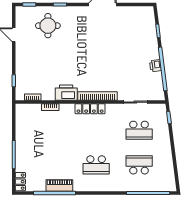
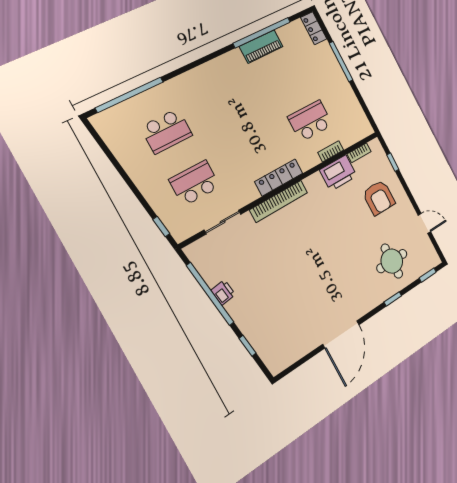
armchair: (35, 66) -> (379, 197), added
printer: (66, 93) -> (338, 173), moved
school desk: (96, 165) -> (310, 121), moved

